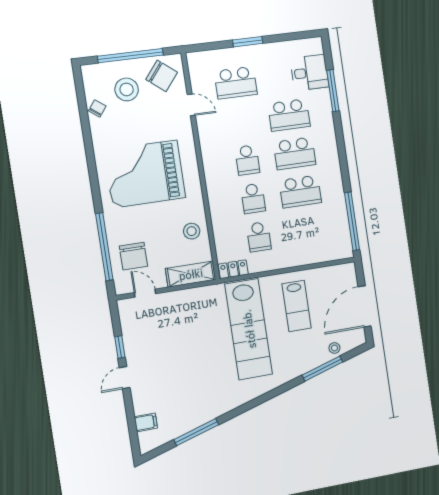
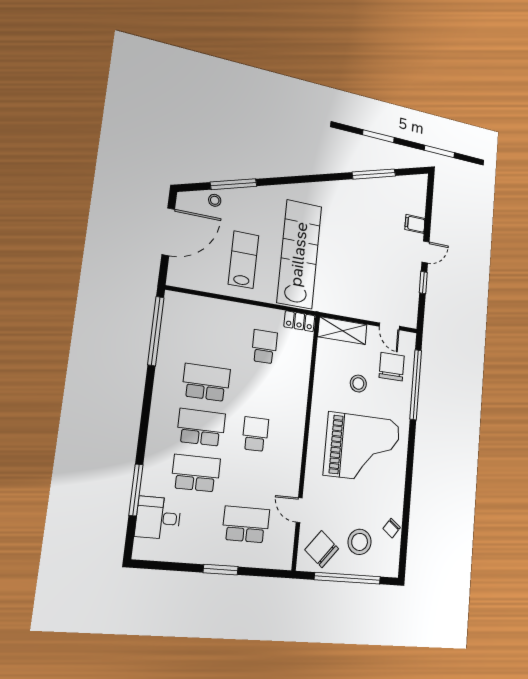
school desk: (253, 198) -> (260, 390), removed
stool: (192, 231) -> (358, 384), moved
filing cabinet: (146, 422) -> (415, 224), moved

